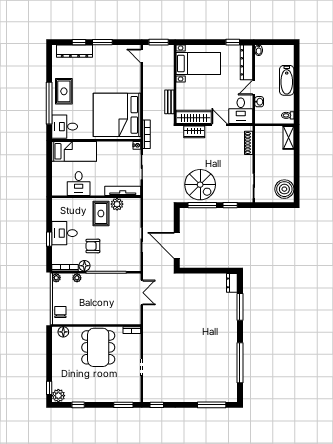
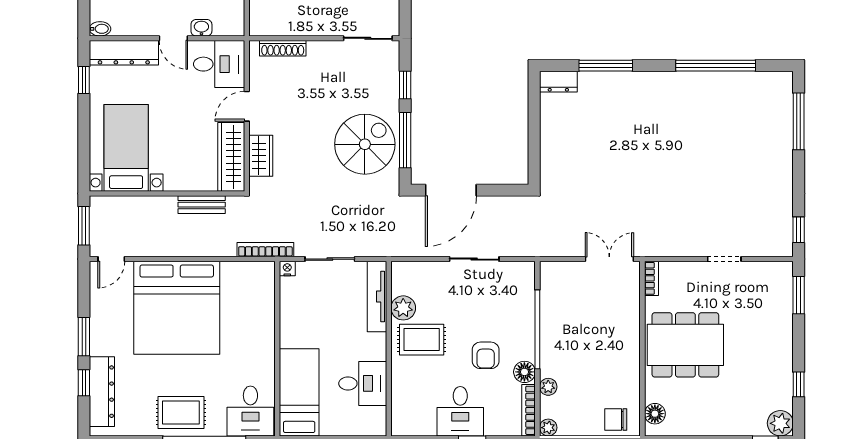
bed: (117, 115) -> (177, 308), moved
door: (177, 245) -> (451, 190), moved
double door: (142, 293) -> (609, 259), moved

